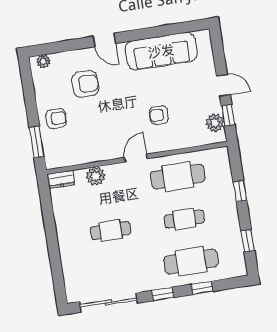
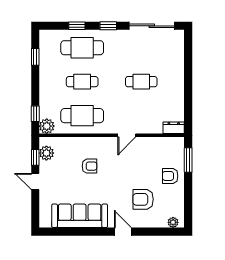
door: (136, 158) -> (127, 135), moved
plant: (96, 176) -> (47, 126), moved
window: (240, 191) -> (35, 114), moved

